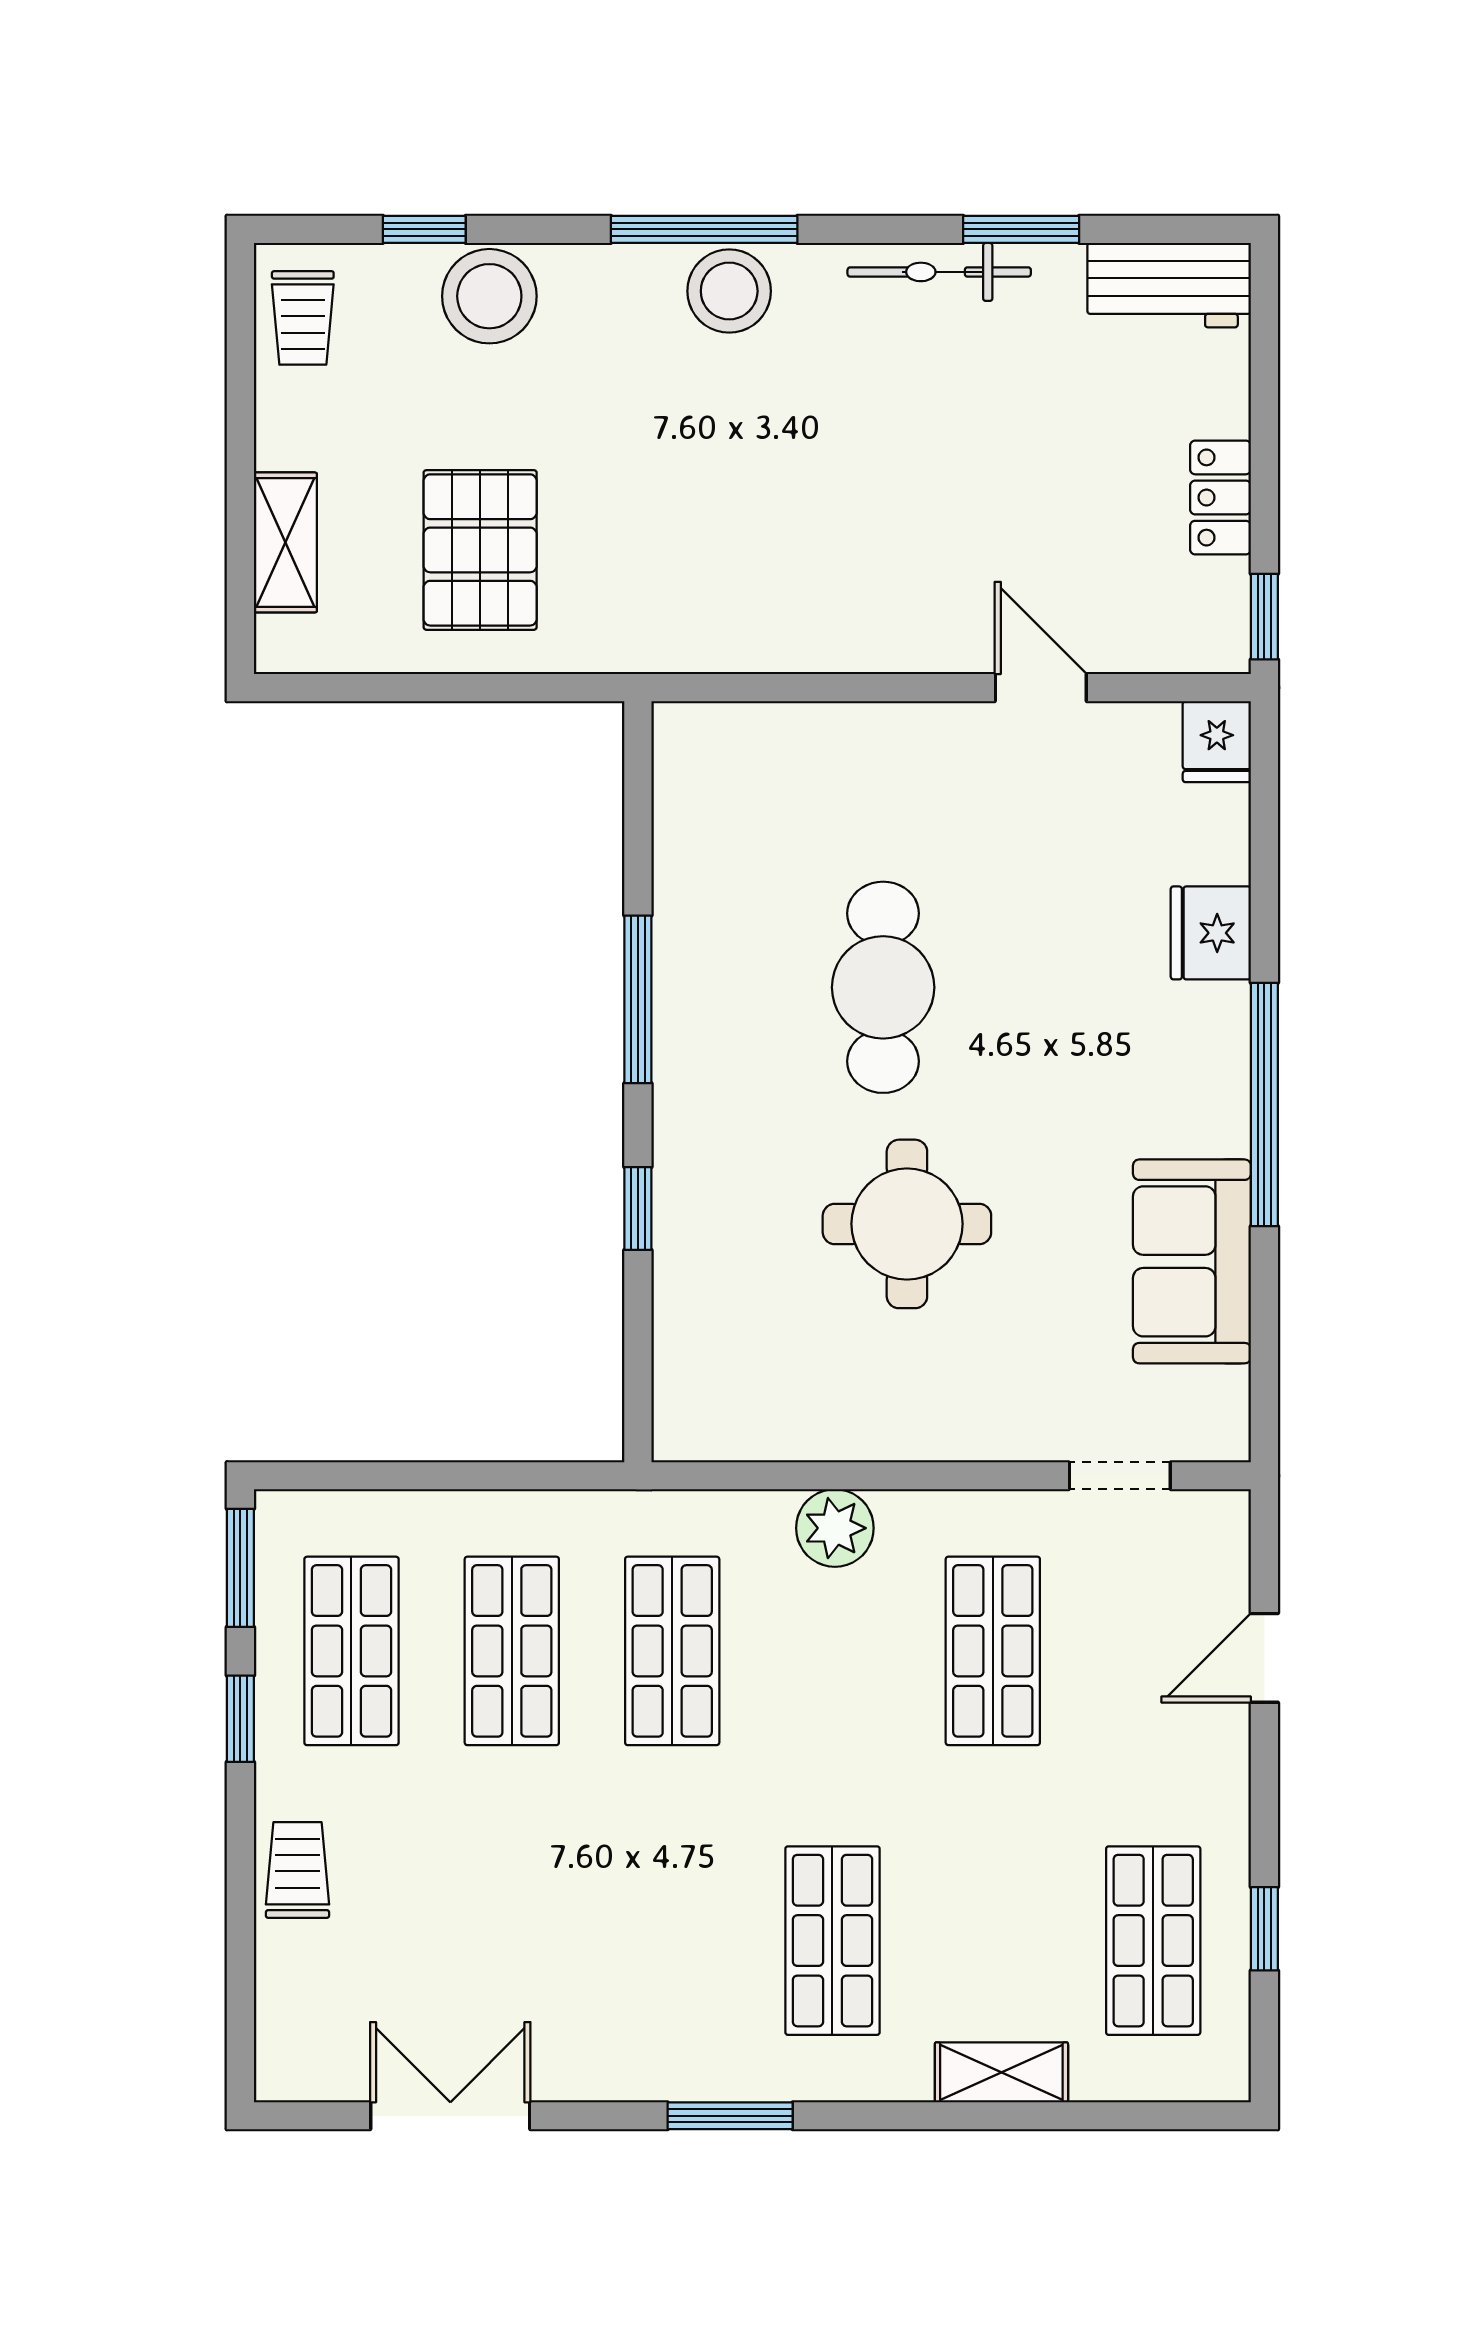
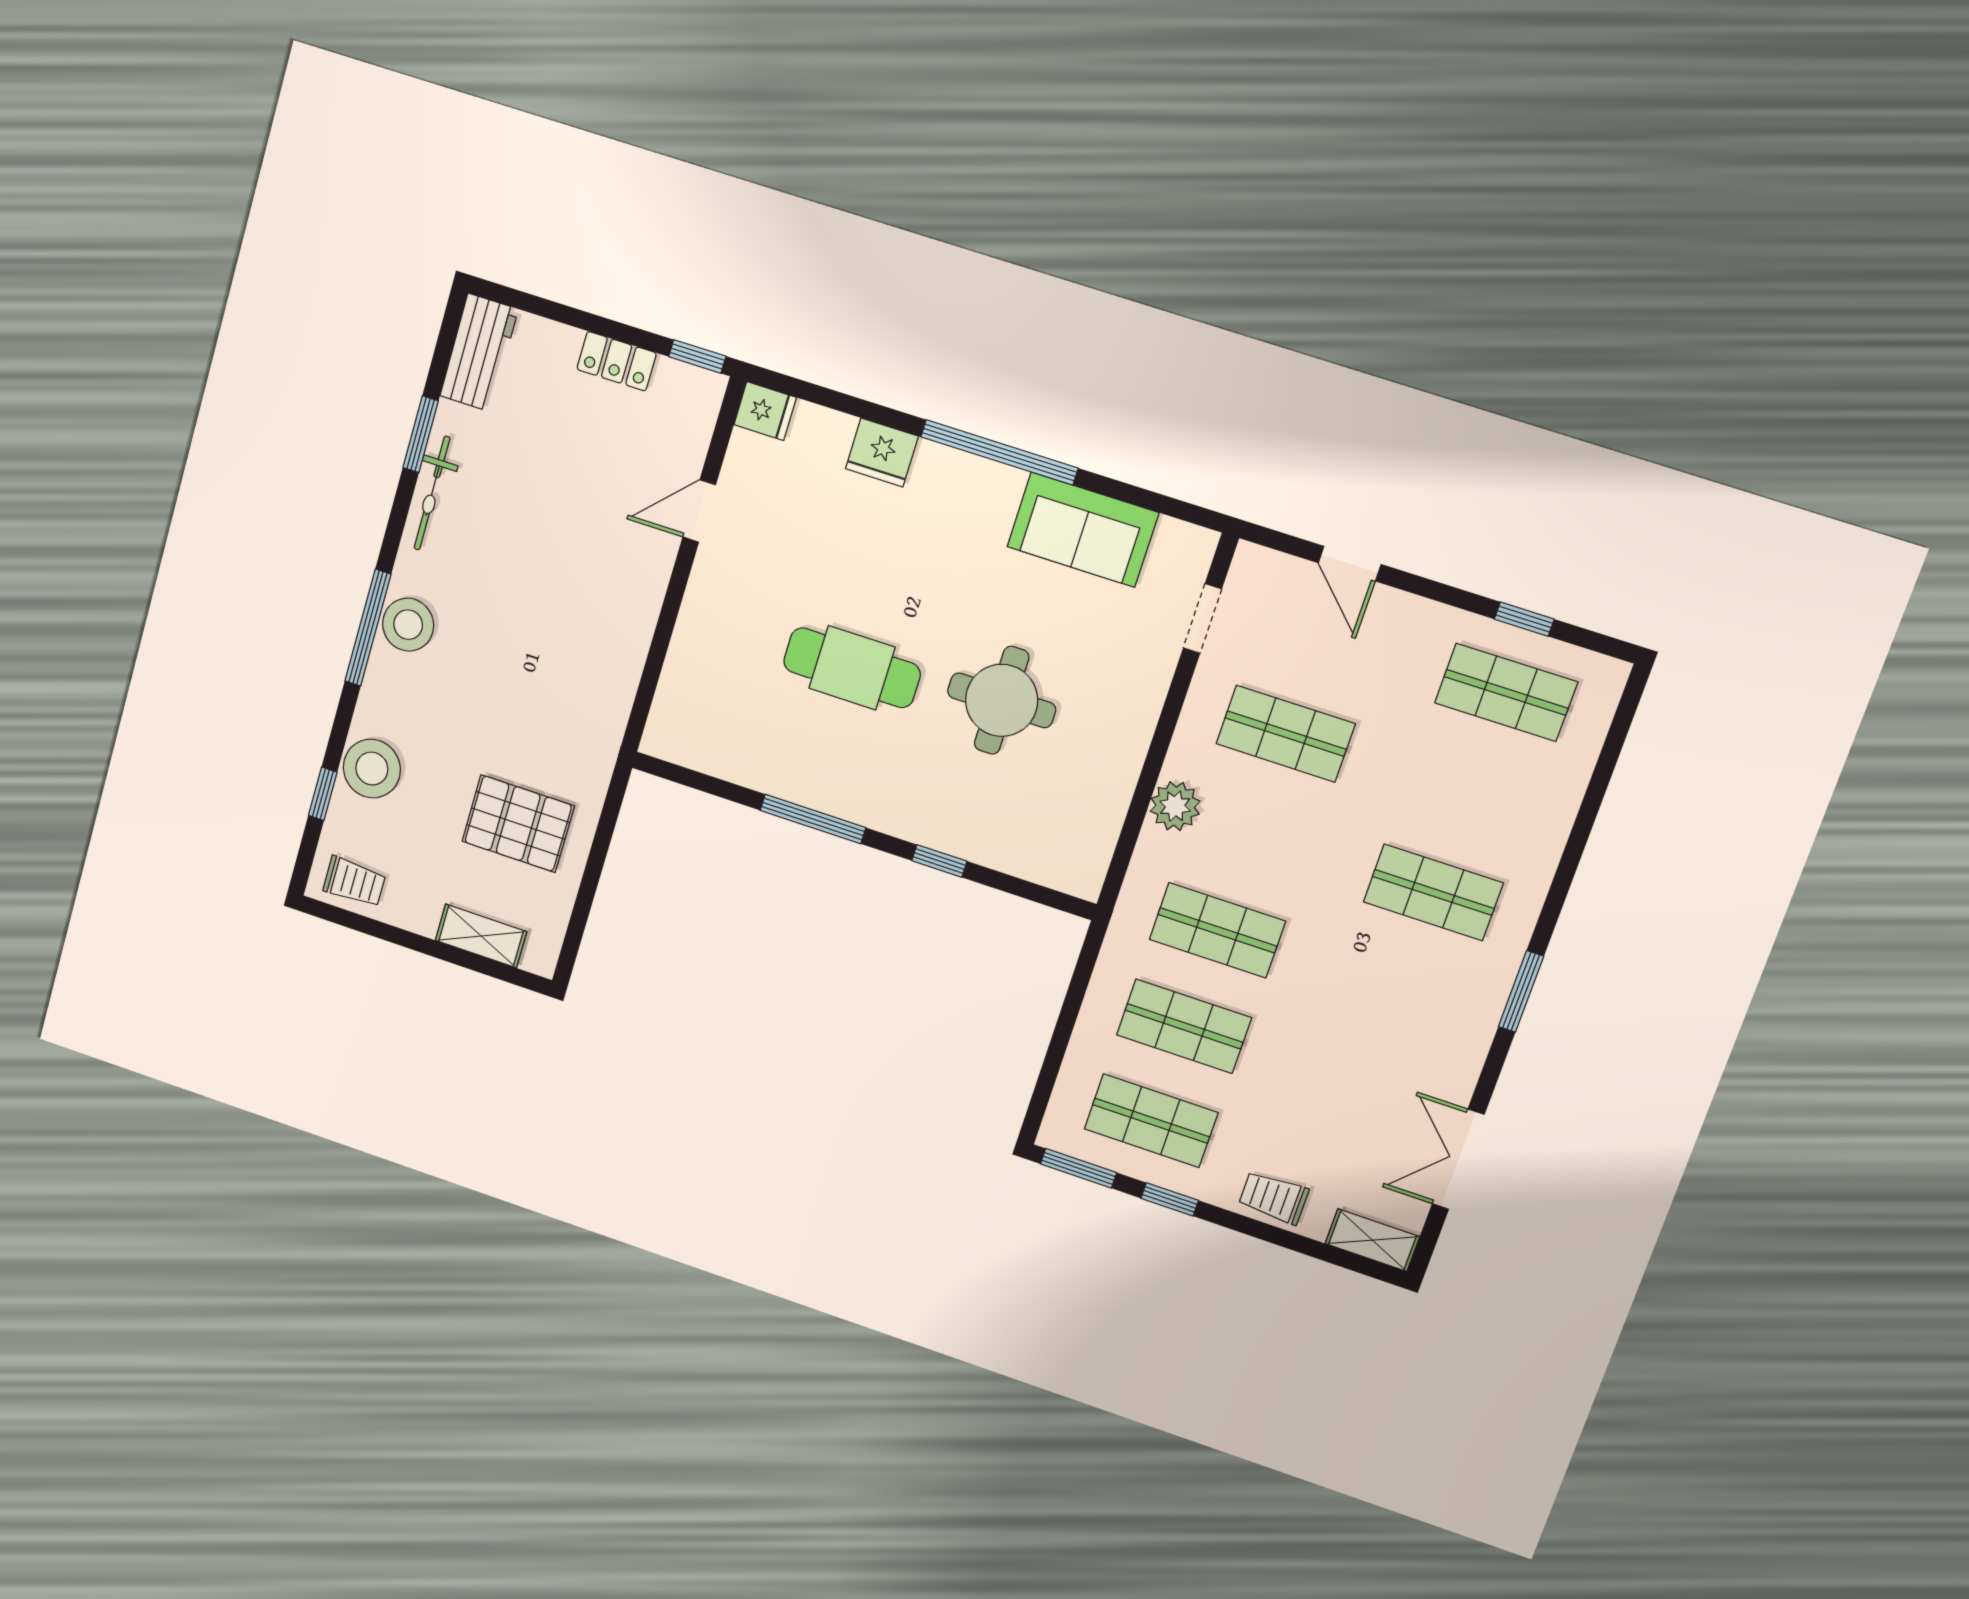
shelving: (1001, 2072) -> (1372, 1240), moved, turned 90

